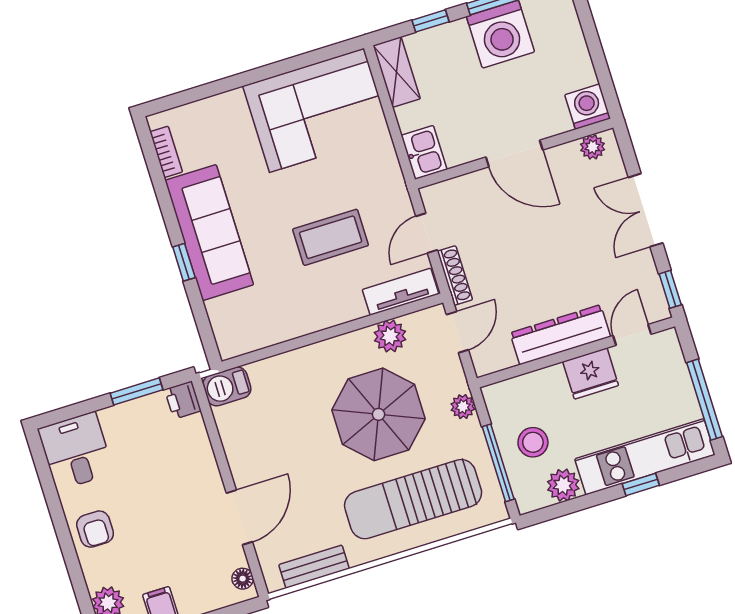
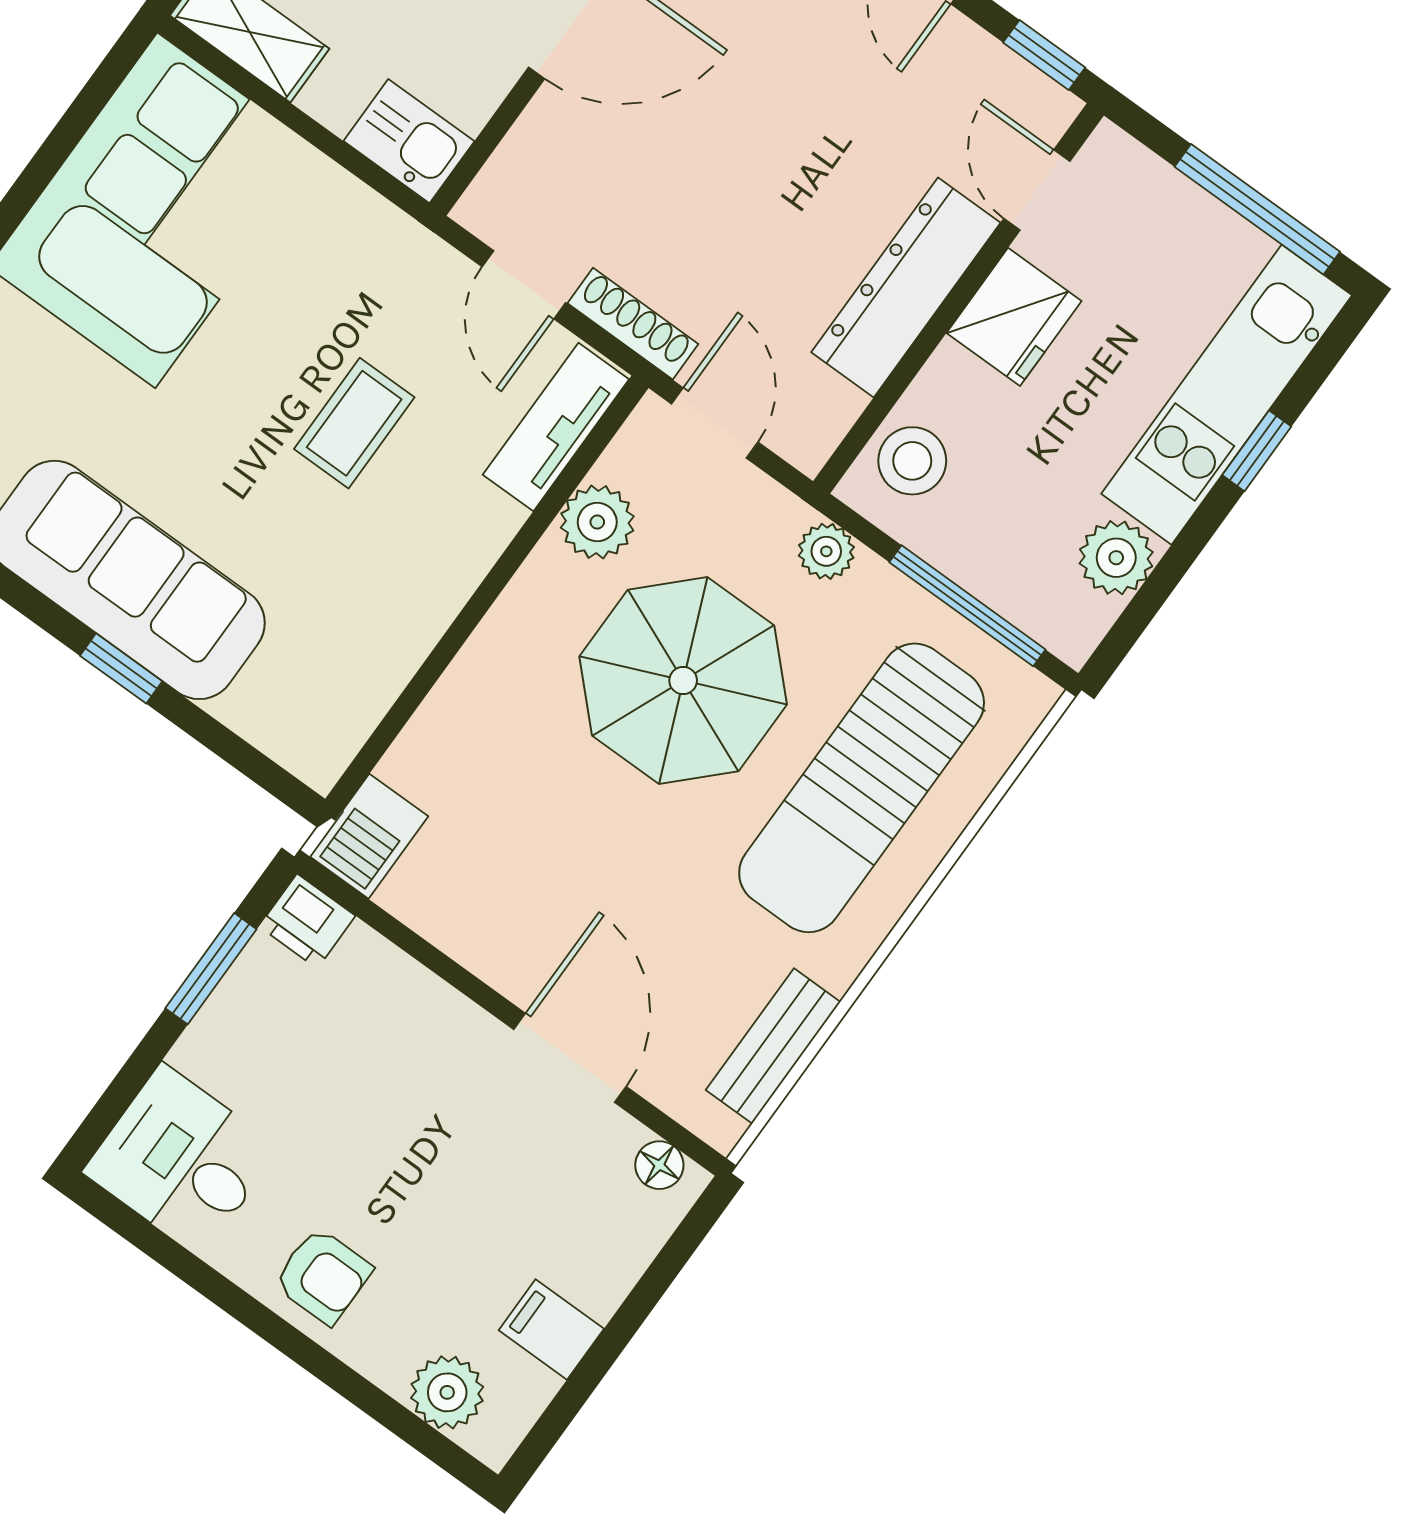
coffee table: (331, 237) -> (354, 423), width x0.73, depth x0.77
stool: (533, 442) -> (912, 461), moved

